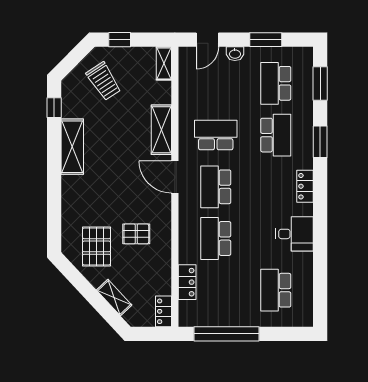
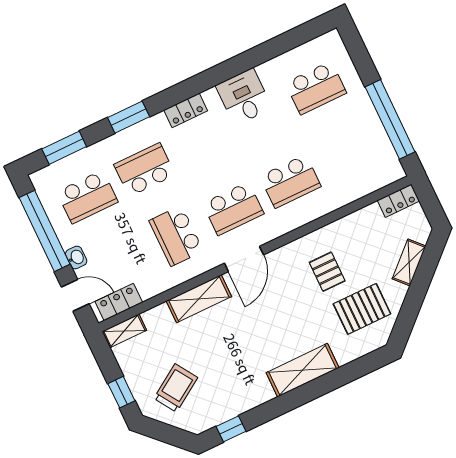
window: (266, 40) -> (45, 231), width x2.11
shelving: (72, 147) -> (303, 370), moved
locker: (187, 282) -> (119, 302), moved

